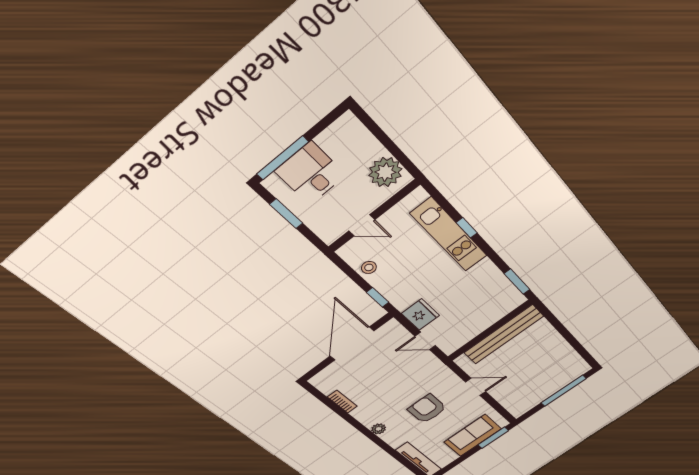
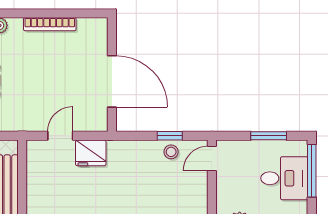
door: (362, 225) -> (212, 159), moved
window: (378, 297) -> (170, 136), moved
bookcase: (342, 402) -> (50, 24), width x1.56

